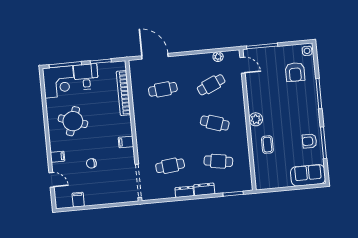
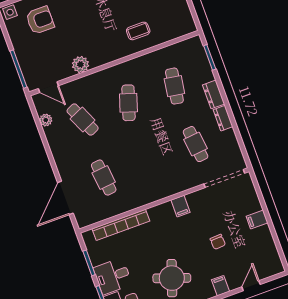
door: (243, 65) -> (48, 87), swing flipped
plant: (256, 119) -> (80, 64), moved
filing cabinet: (78, 200) -> (257, 220), moved

